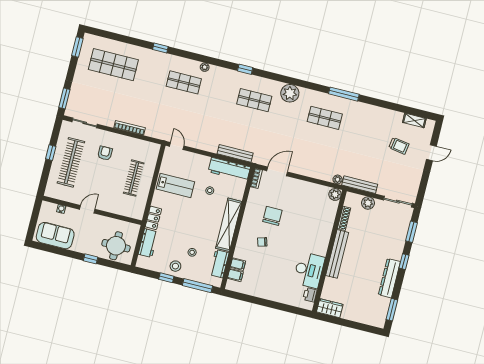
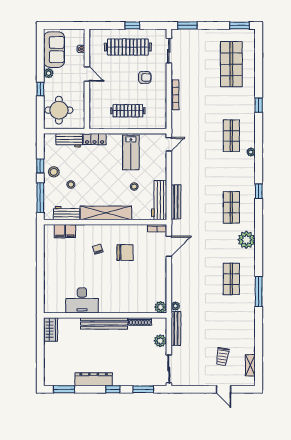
door: (277, 171) -> (169, 246), hinge flipped
plant: (77, 247) -> (49, 73), added
printer: (310, 295) -> (59, 307), removed

